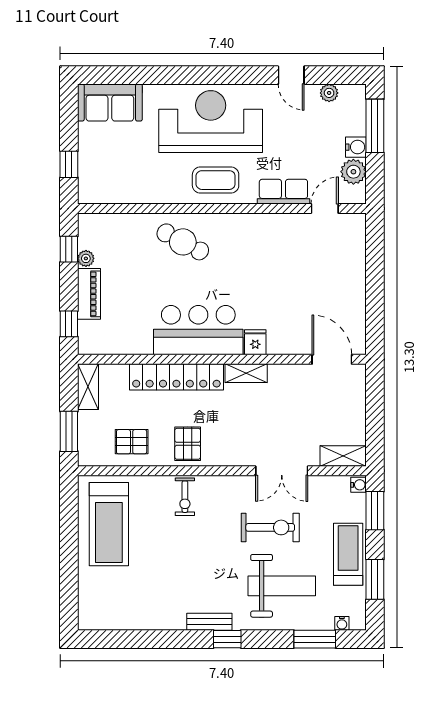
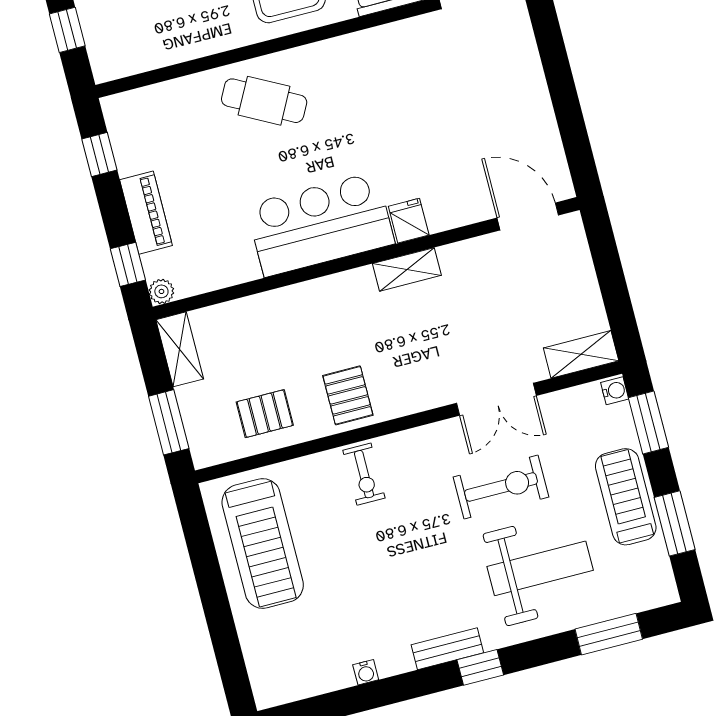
plant: (86, 258) -> (161, 291), moved
locker: (176, 377) -> (306, 301), removed
water cooler: (342, 623) -> (366, 672), moved

